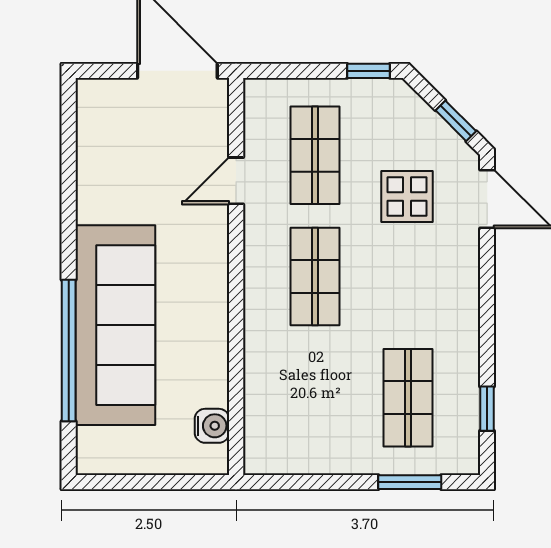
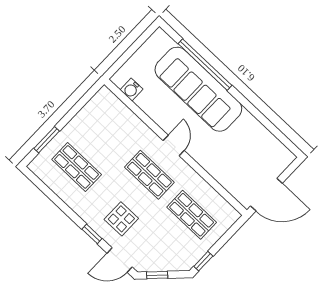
door: (236, 181) -> (174, 146), moved
display table: (407, 197) -> (121, 219), moved
window: (487, 409) -> (92, 234), moved

